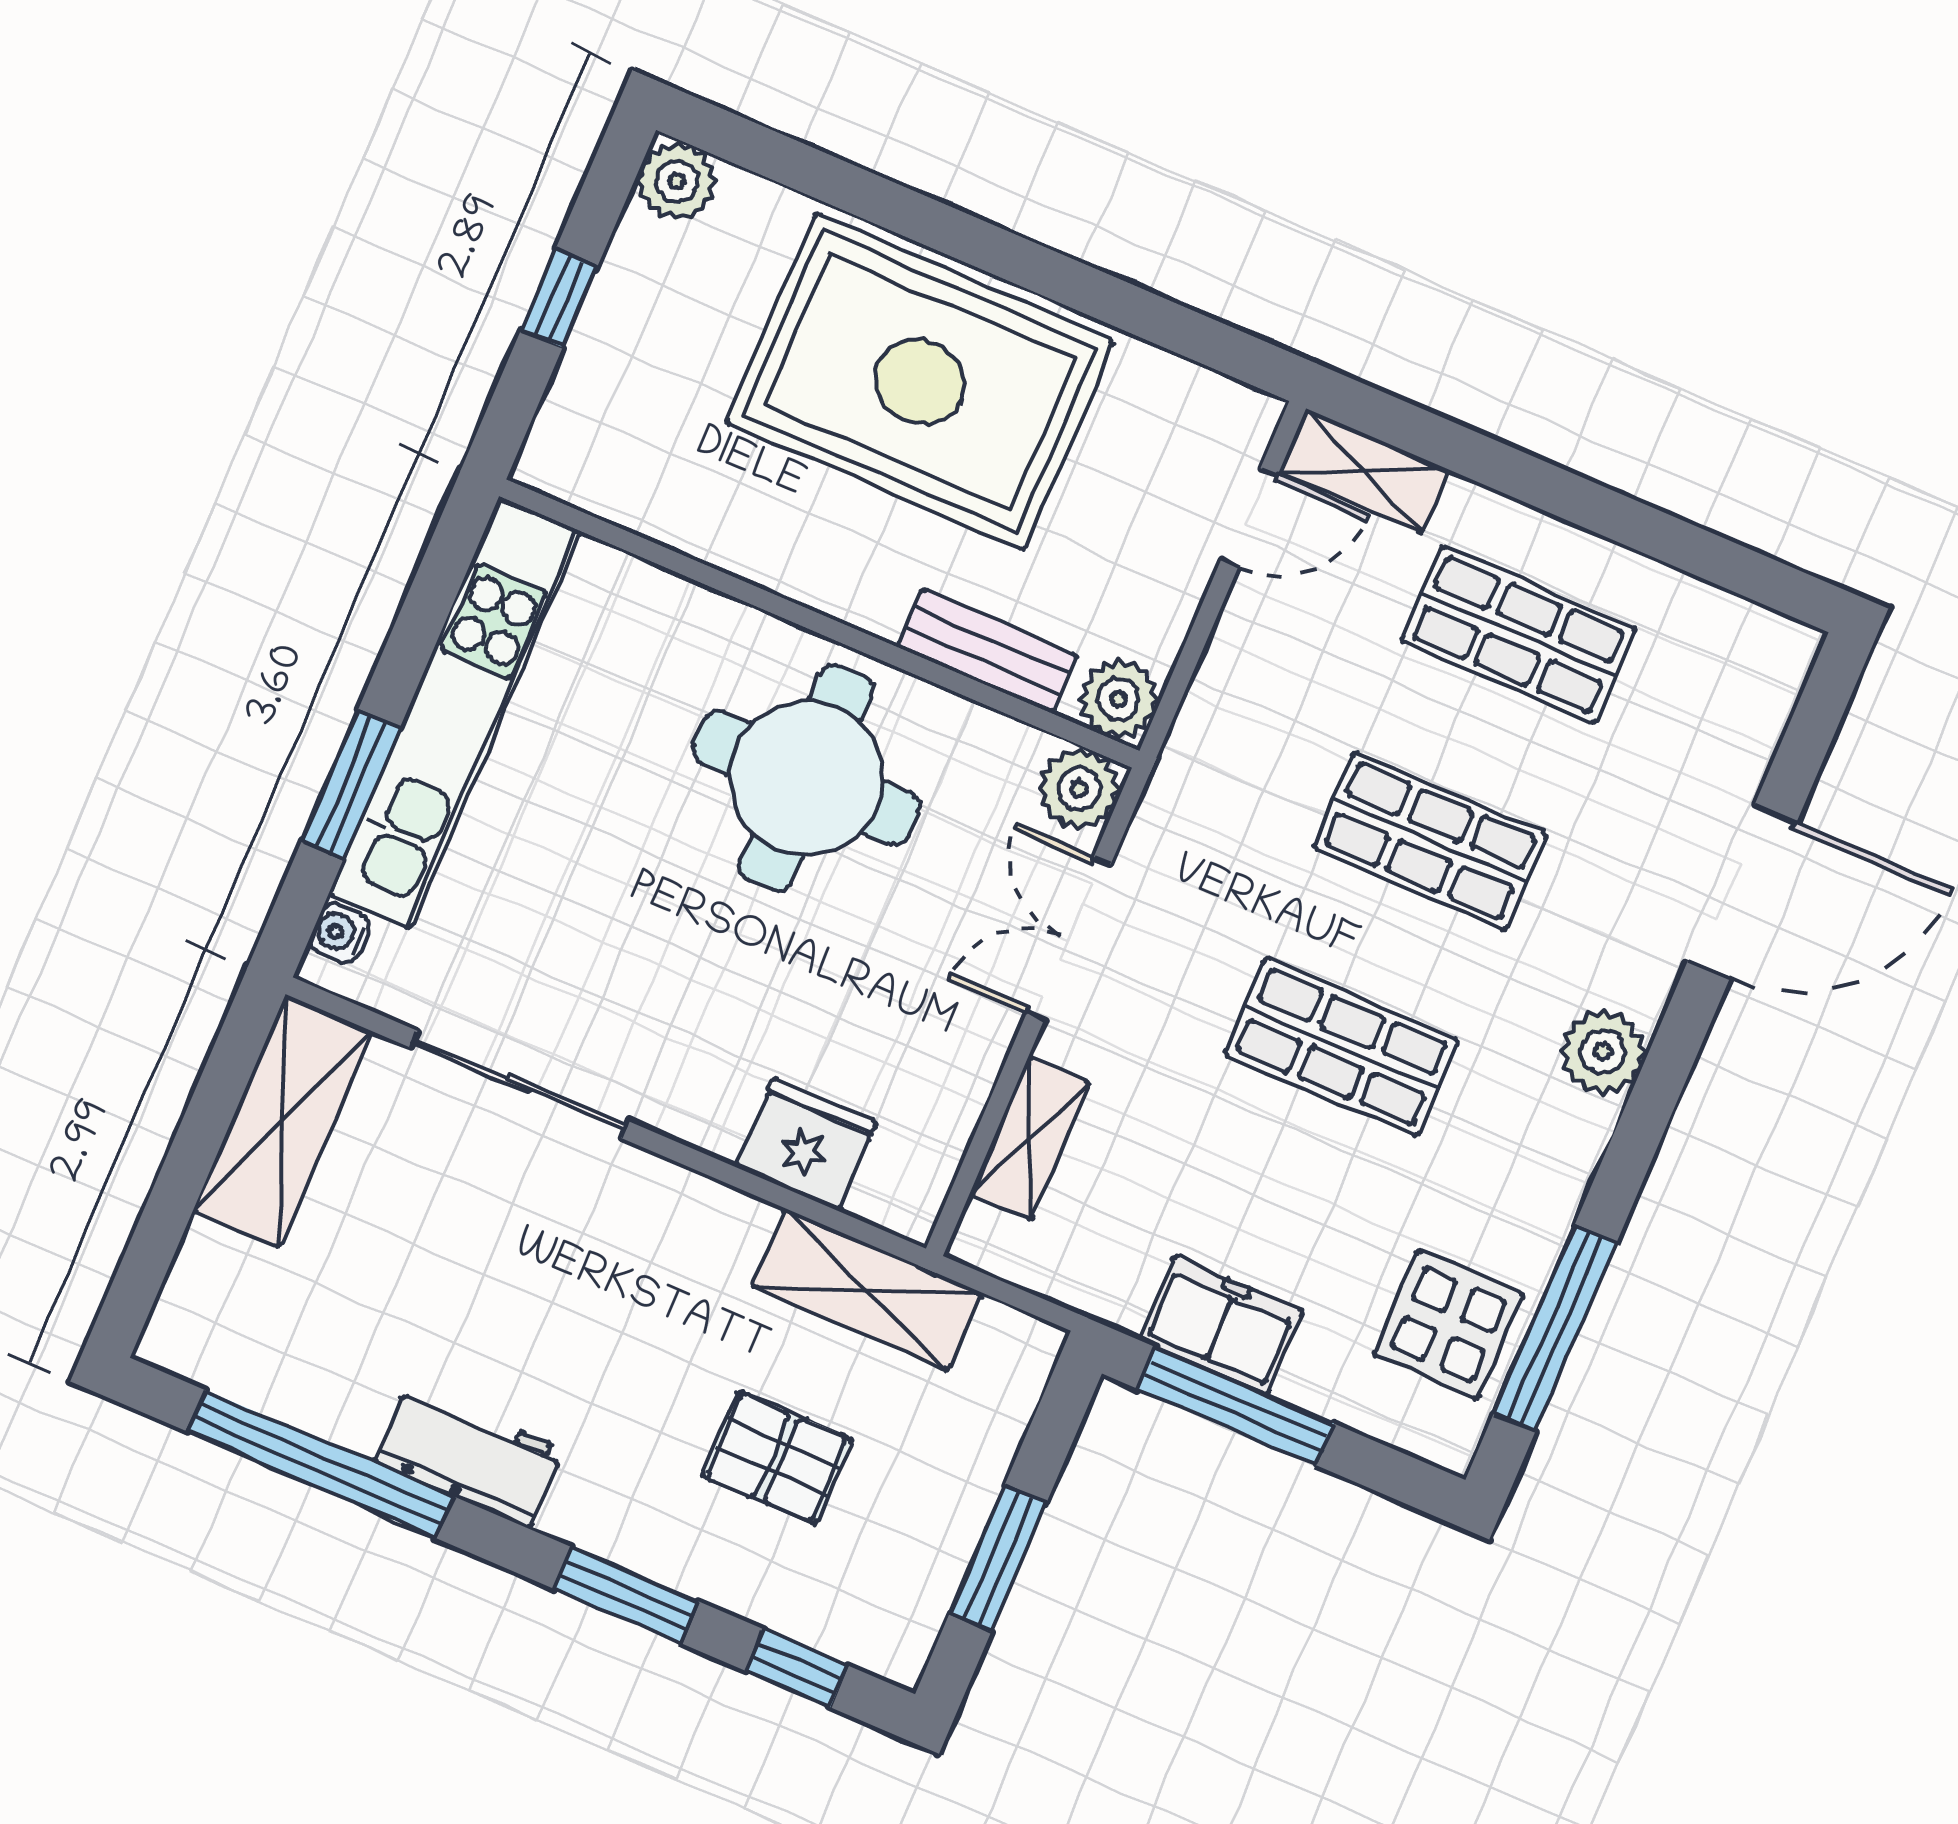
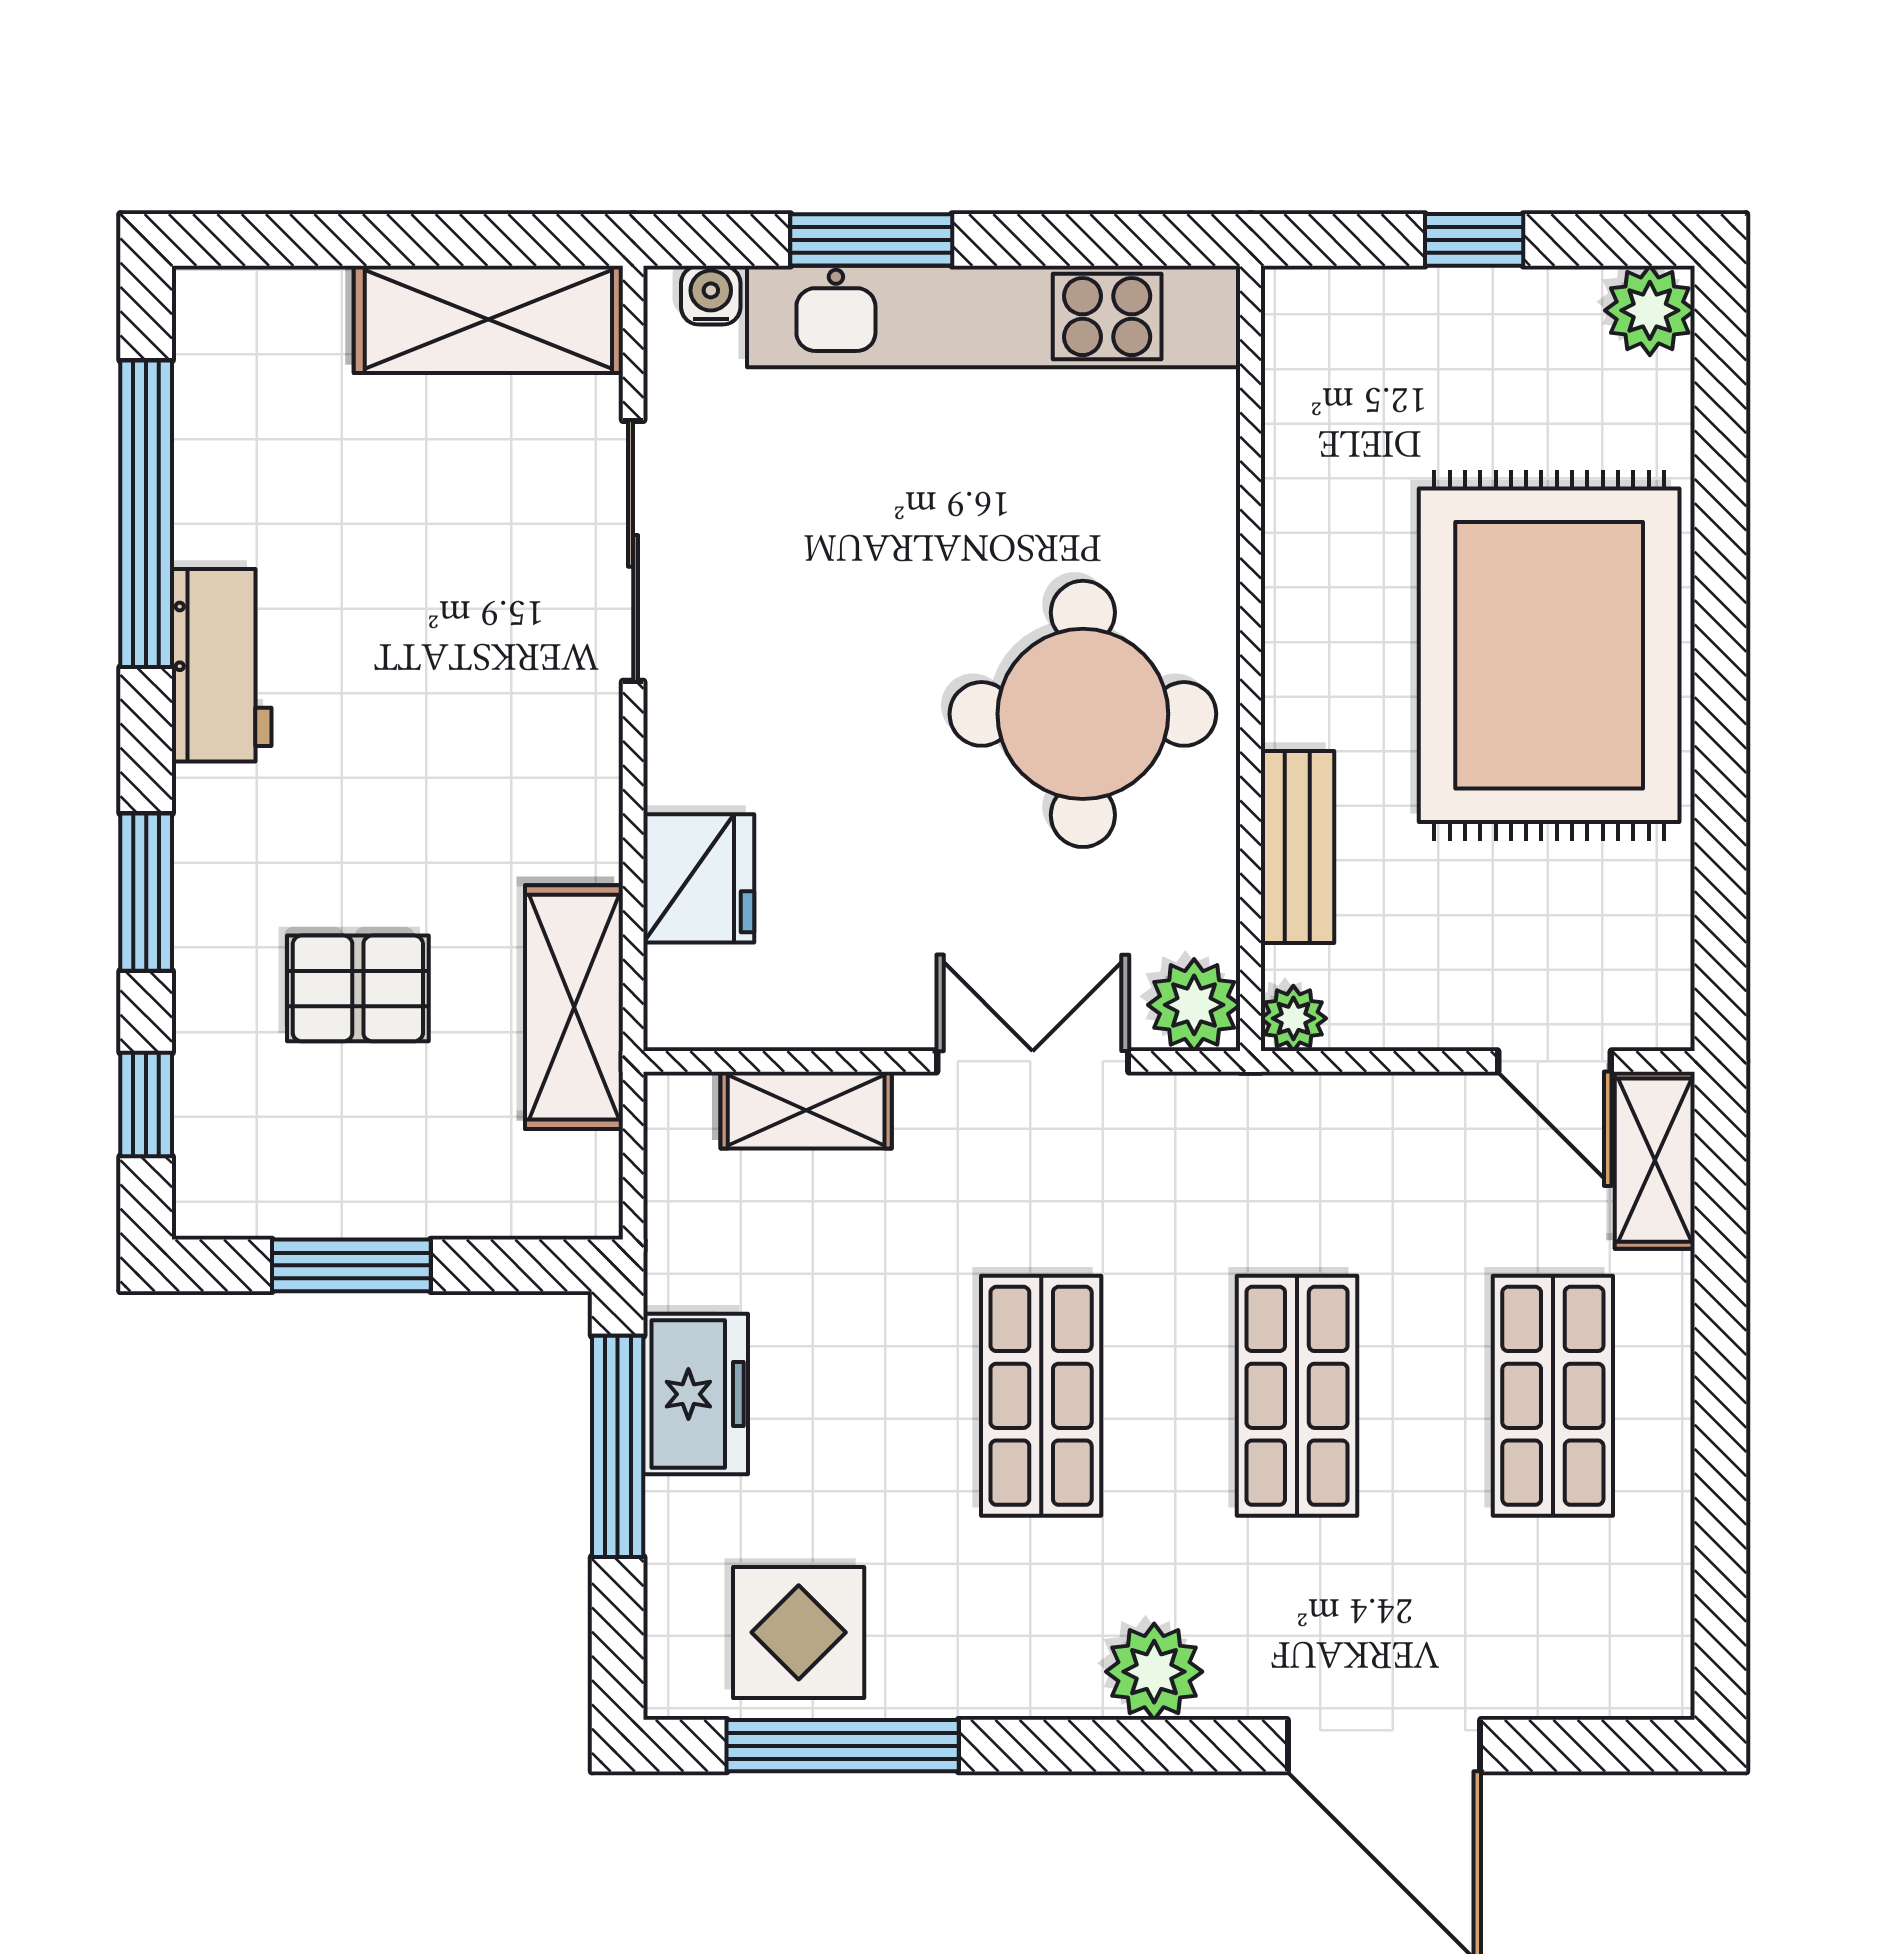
plant: (1119, 699) -> (1293, 1018), width x0.73, depth x0.73
pallet: (777, 1457) -> (358, 988), turned 90

